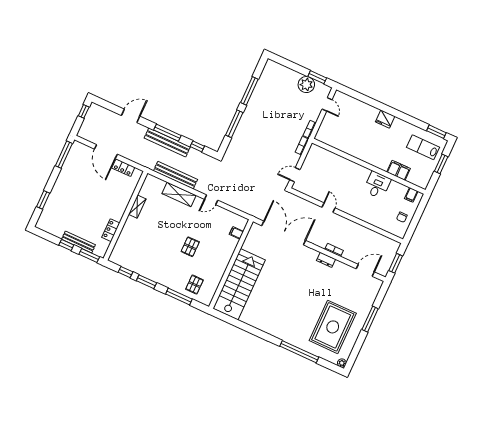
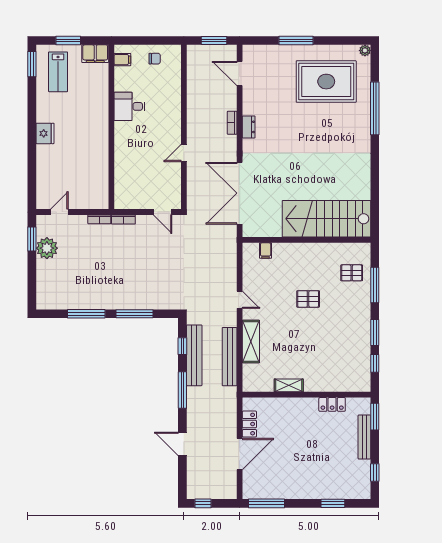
bench: (167, 142) -> (194, 355), moved
filing cabinet: (399, 170) -> (95, 54), moved, turned -90
window: (66, 245) -> (375, 472), moved

